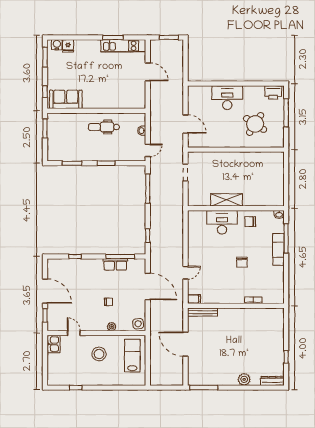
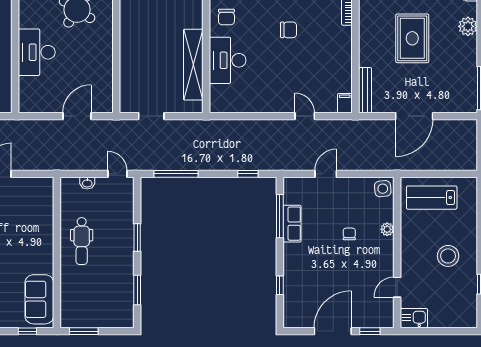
shelving: (227, 200) -> (193, 65), width x1.47
door: (148, 286) -> (326, 174), width x0.53
rug: (236, 343) -> (412, 38), added
stool: (99, 354) -> (448, 256), moved

